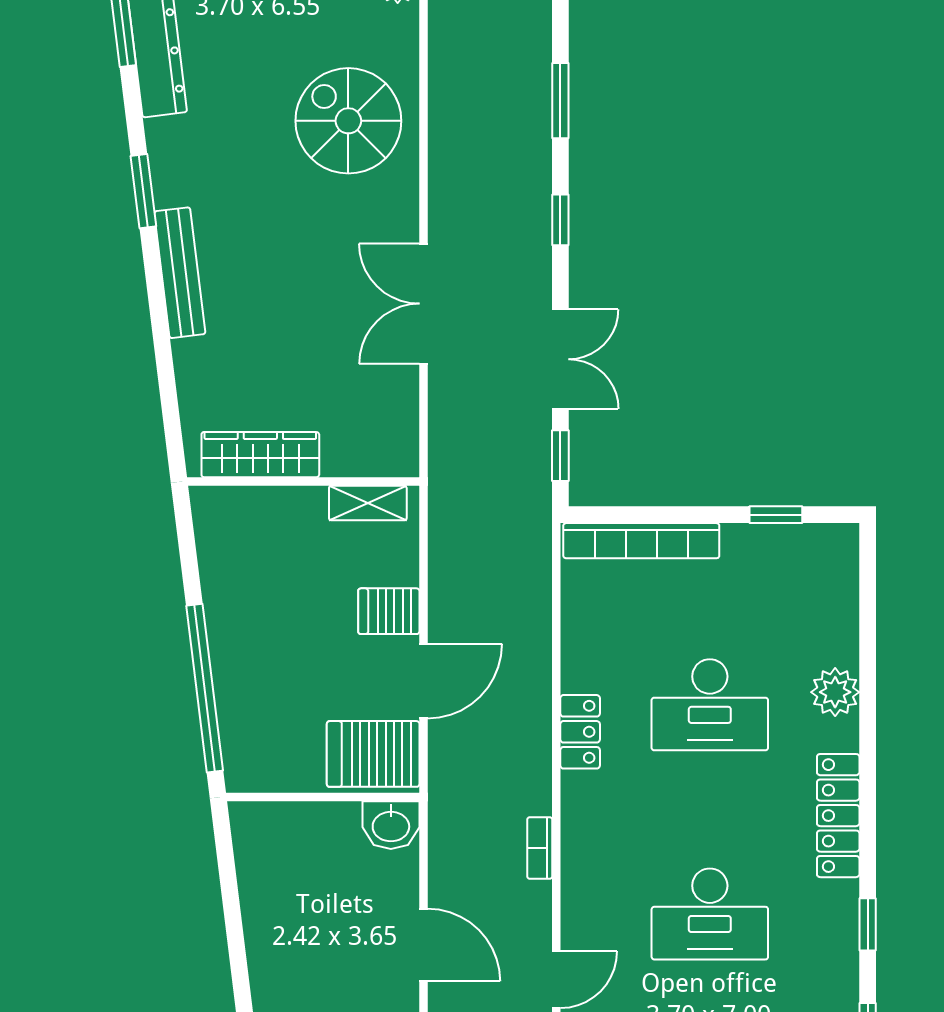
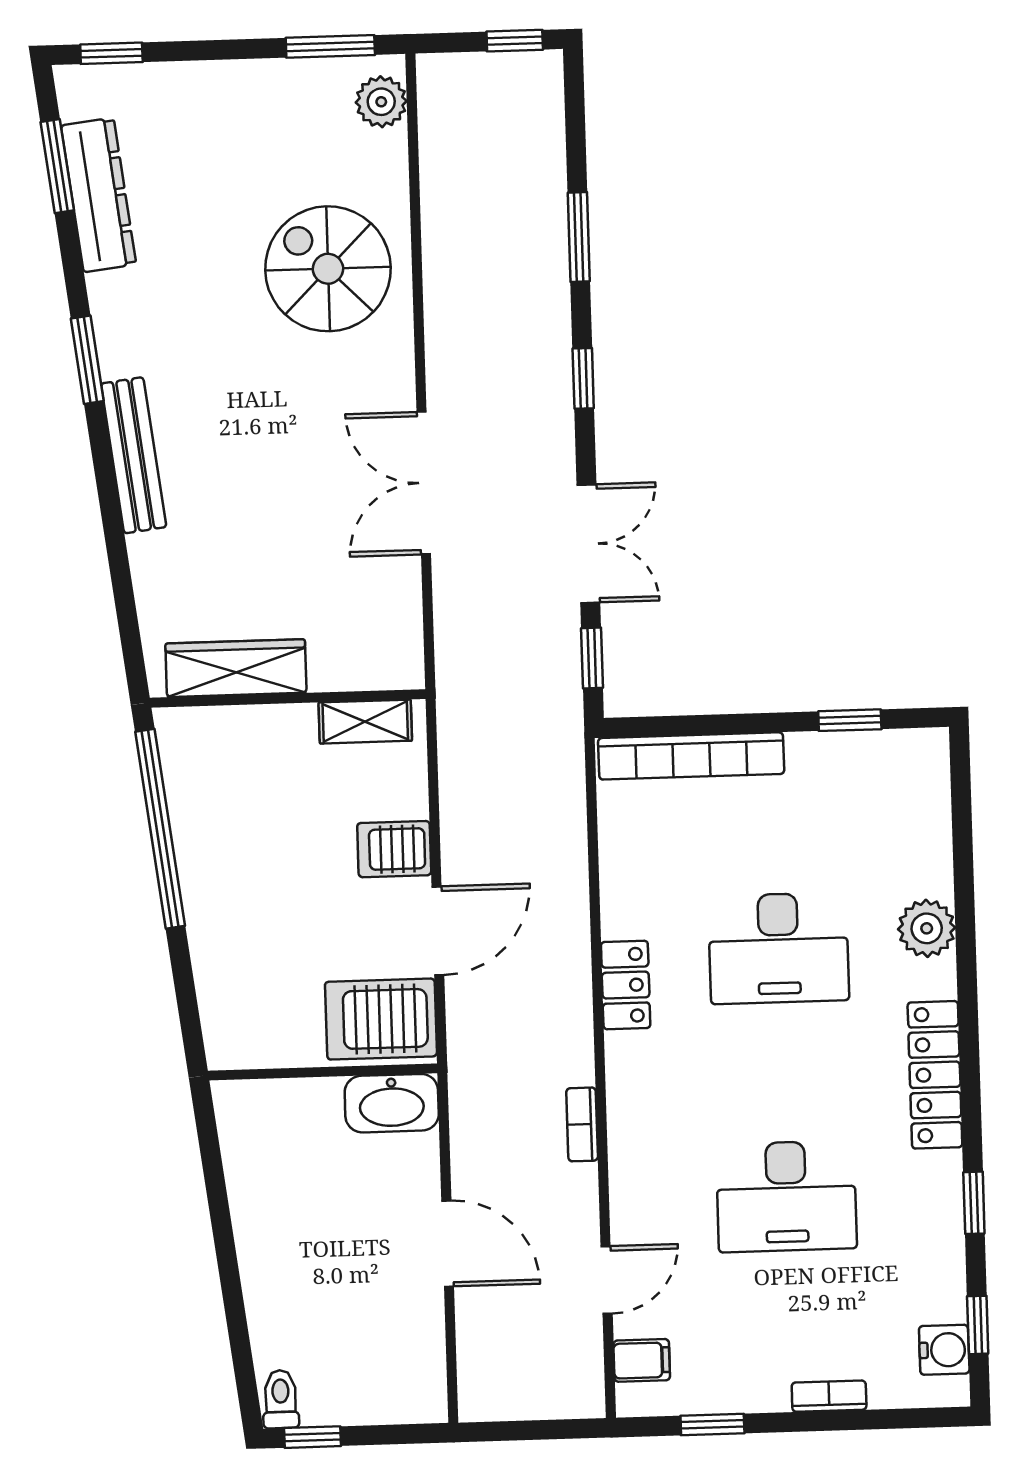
window: (205, 688) -> (160, 829), moved
washbasin: (391, 825) -> (392, 1103), width x1.38

